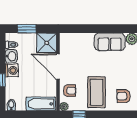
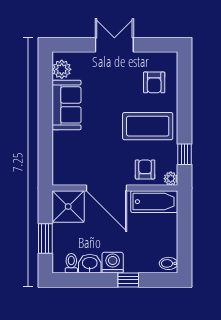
door: (58, 67) -> (106, 188), hinge flipped
bathtub: (41, 104) -> (154, 202), moved, turned -90

